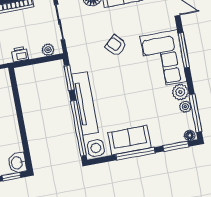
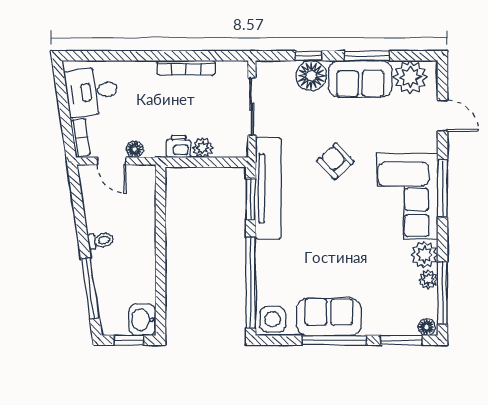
plant: (48, 50) -> (203, 148), moved
tv unit: (85, 103) -> (268, 188), moved

